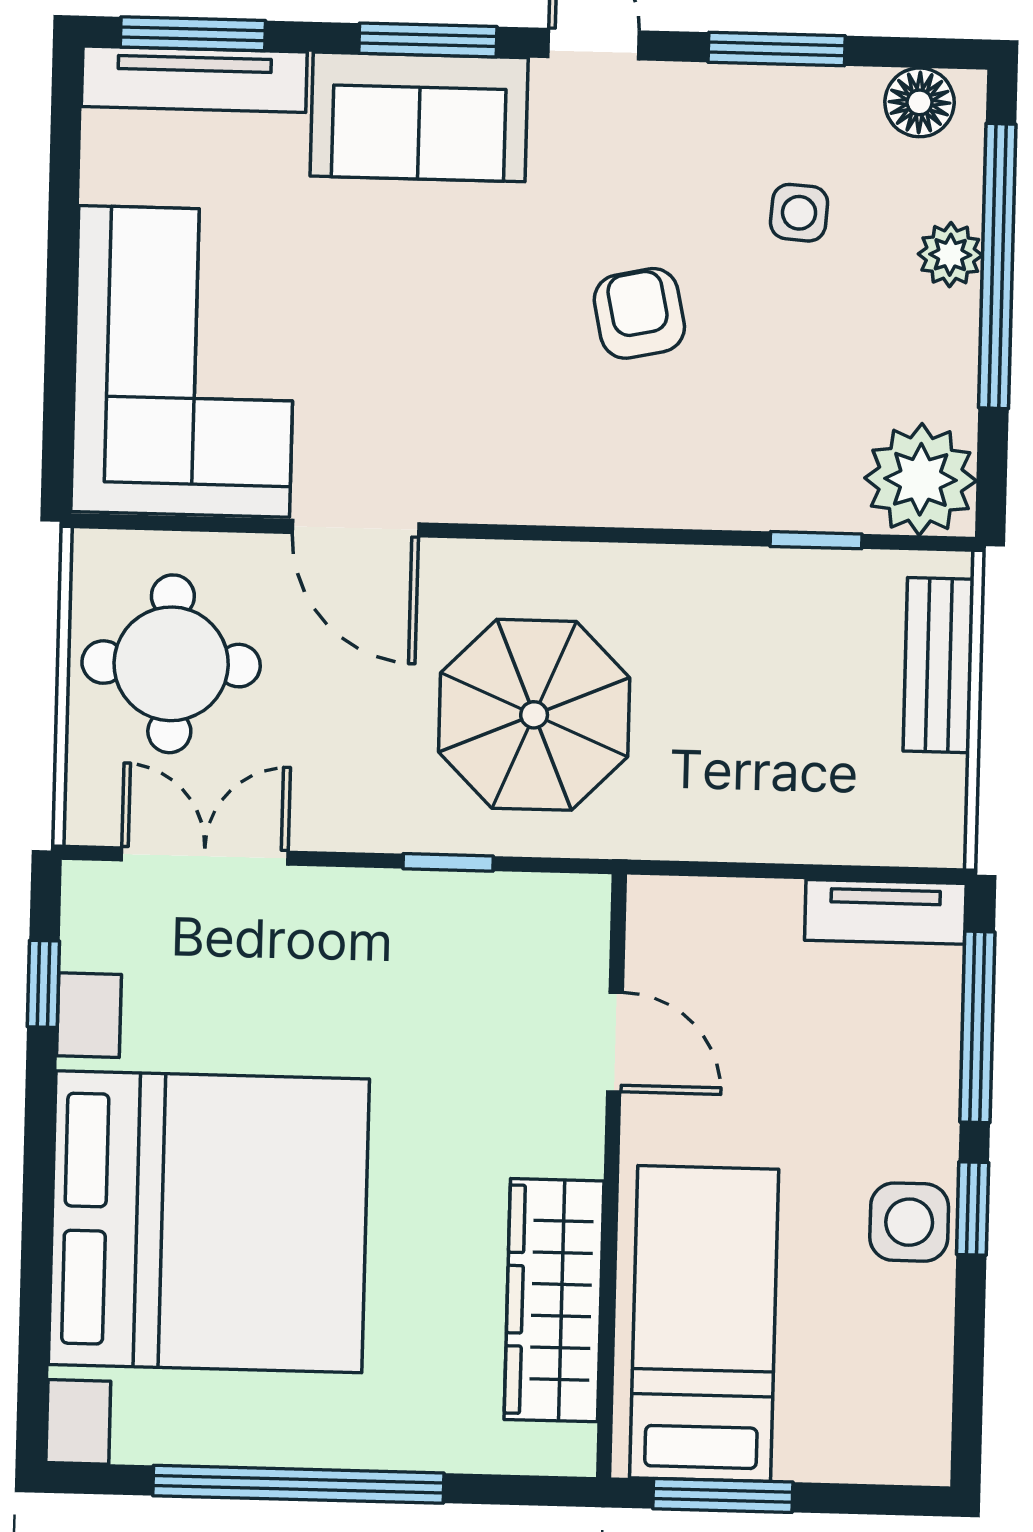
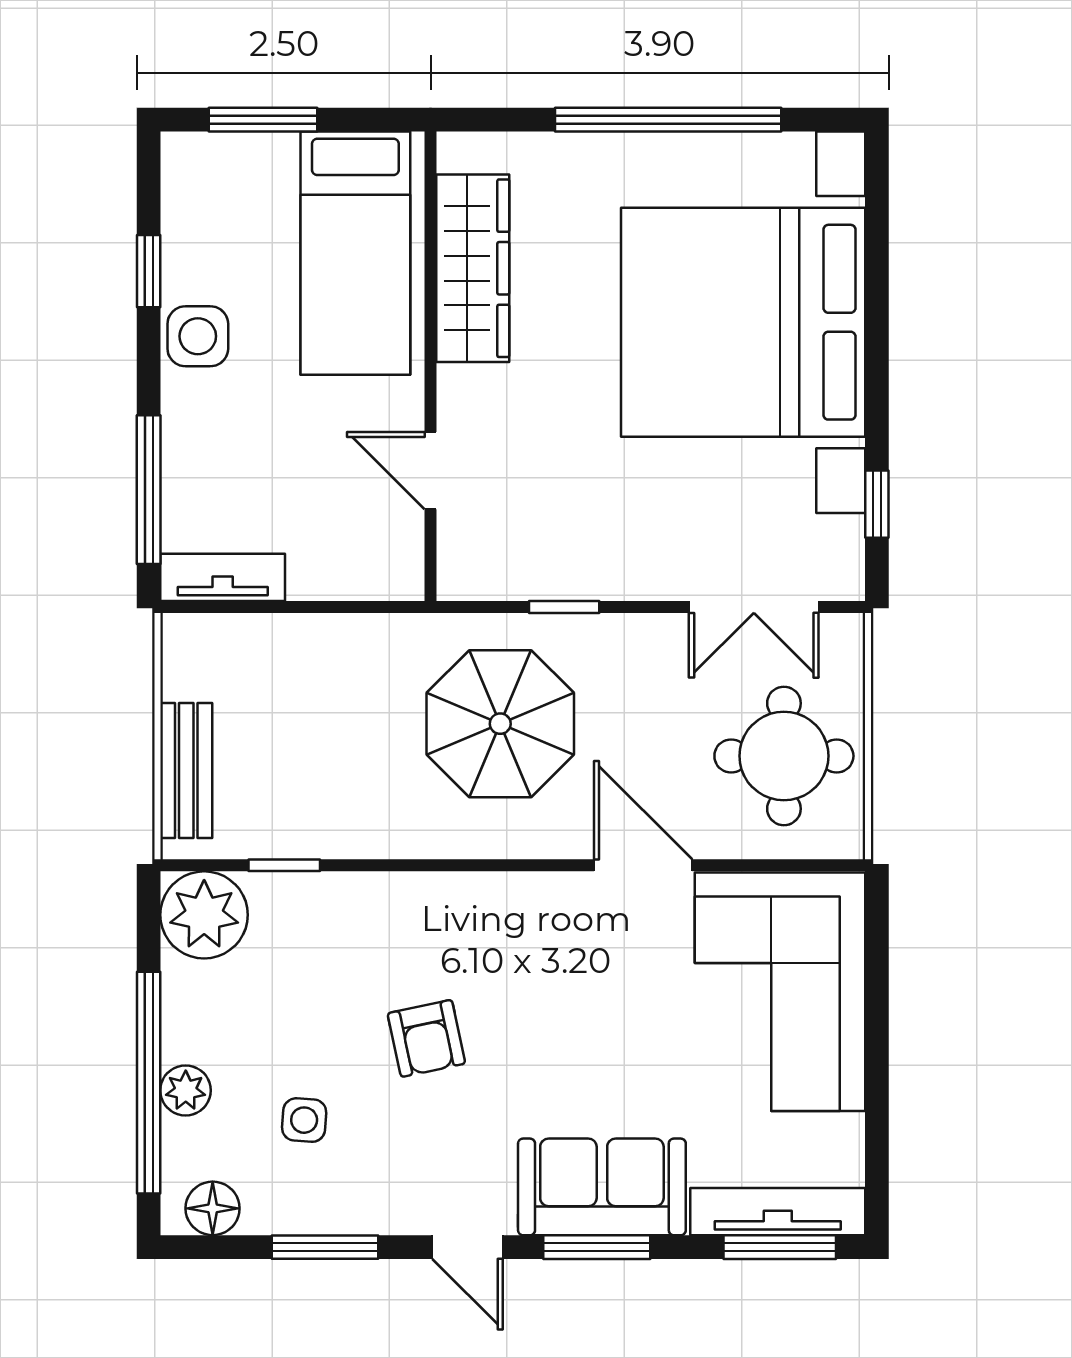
window: (973, 1209) -> (149, 271), moved
window: (723, 1495) -> (263, 120), moved

